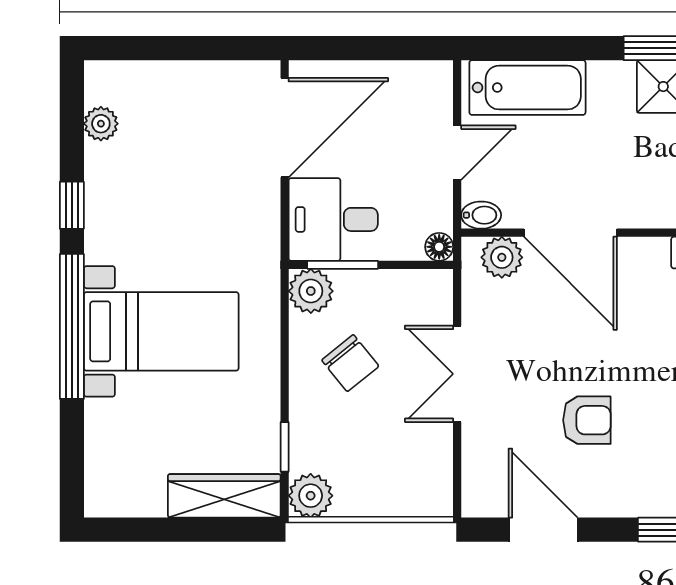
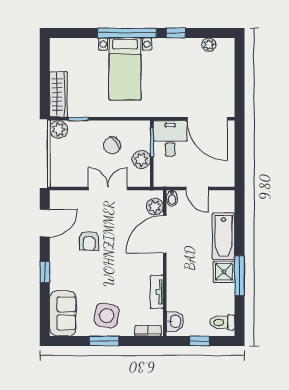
bathtub: (527, 88) -> (224, 236), moved
floor lamp: (439, 247) -> (159, 181), removed
plant: (311, 291) -> (141, 160), moved

